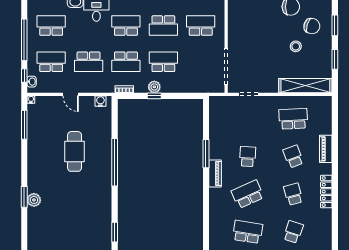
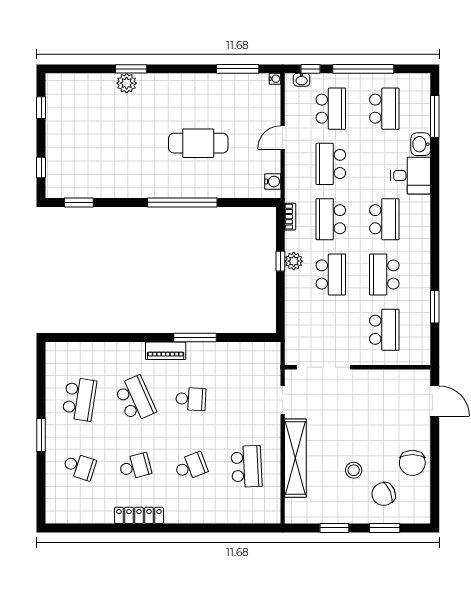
chair: (312, 26) -> (384, 494), turned 50
shelving: (305, 86) -> (295, 458), moved
piano: (326, 149) -> (202, 515), removed

